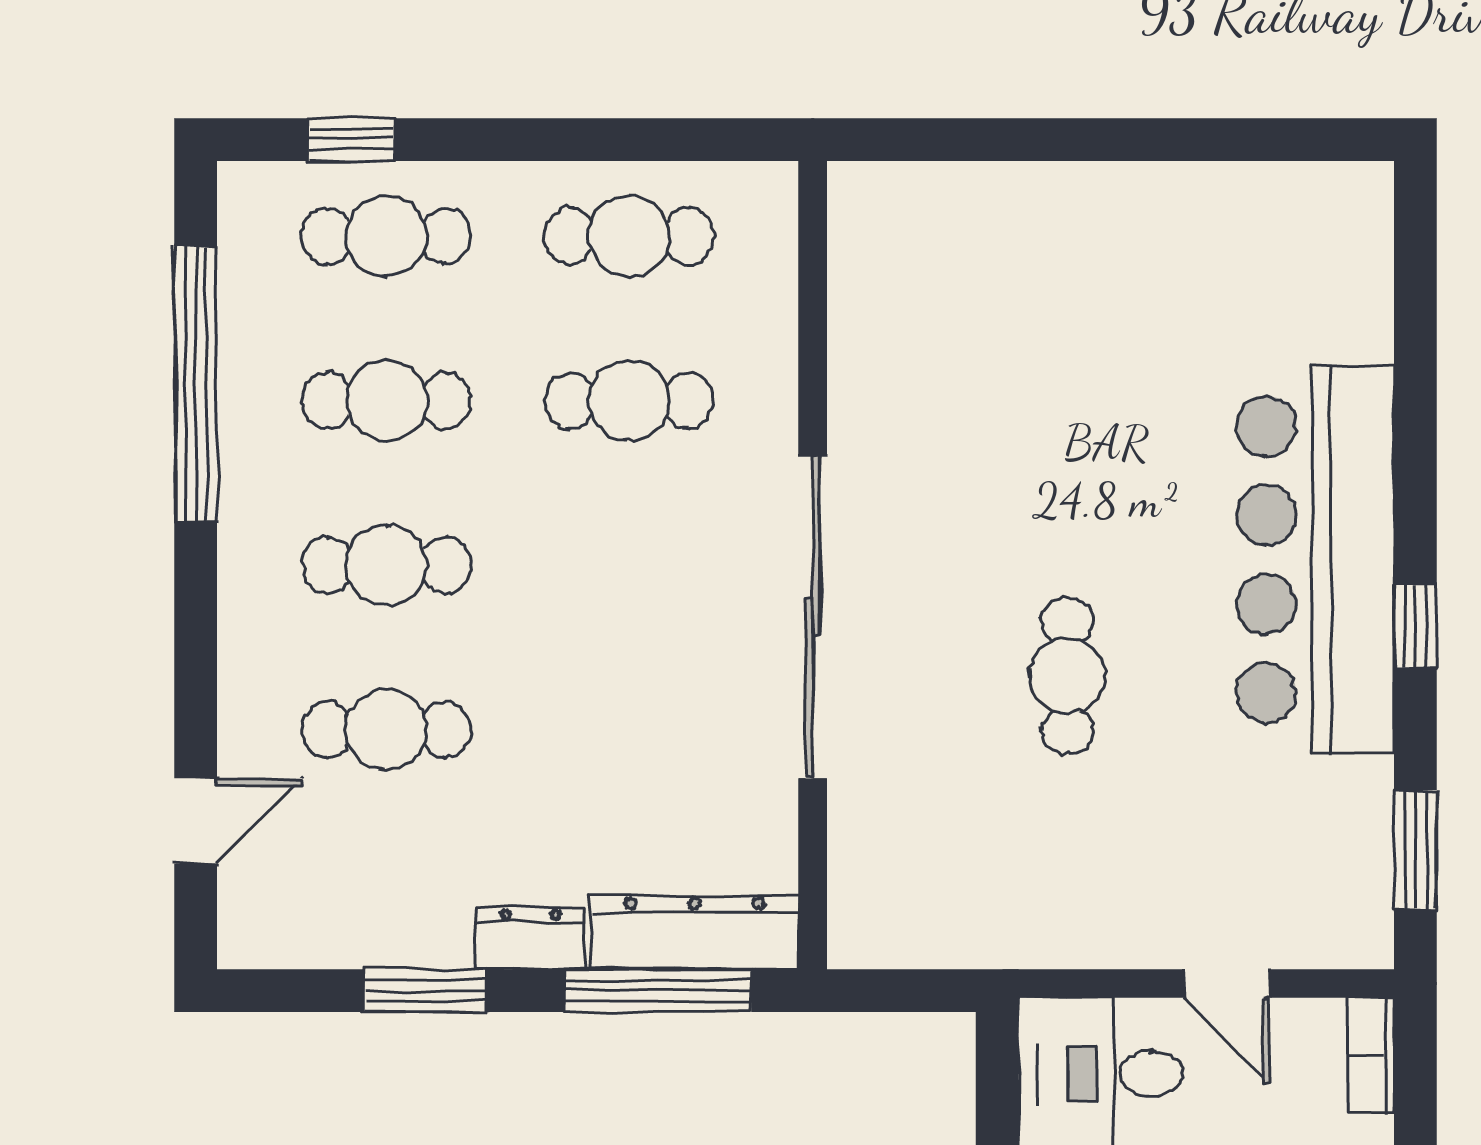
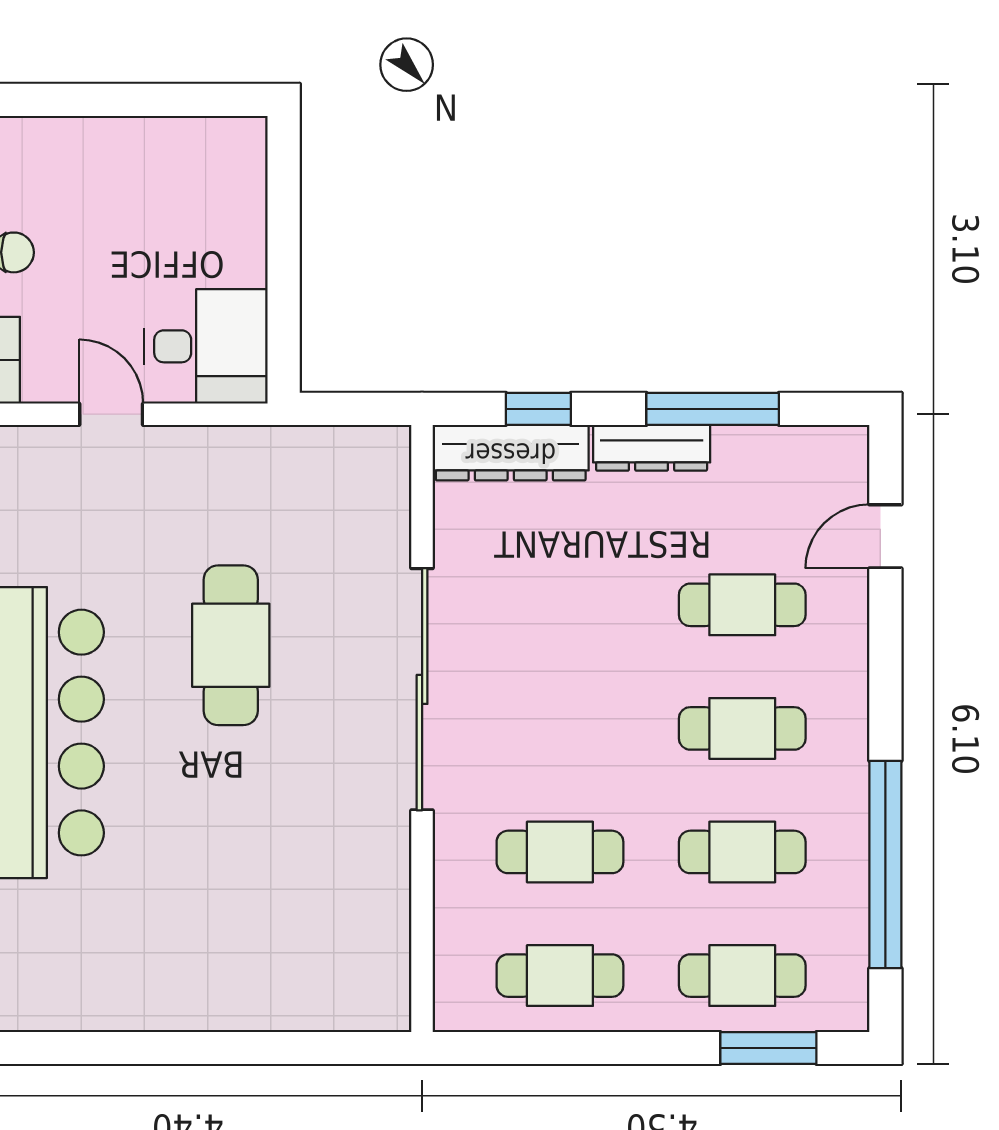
window: (352, 140) -> (768, 1048), width x1.50
cafe table: (1067, 676) -> (231, 645), width x1.37, depth x1.35
dresser: (531, 939) -> (652, 448), width x1.44
window: (426, 991) -> (713, 409), width x1.44
window: (658, 991) -> (538, 409), width x0.46

